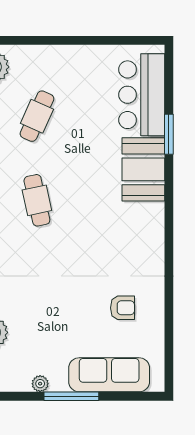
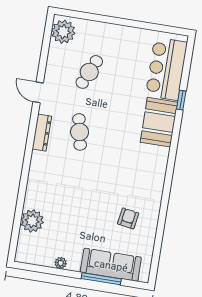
window: (169, 134) -> (181, 100), width x0.67
armchair: (122, 308) -> (128, 218), turned -81
window: (71, 396) -> (101, 279), moved

